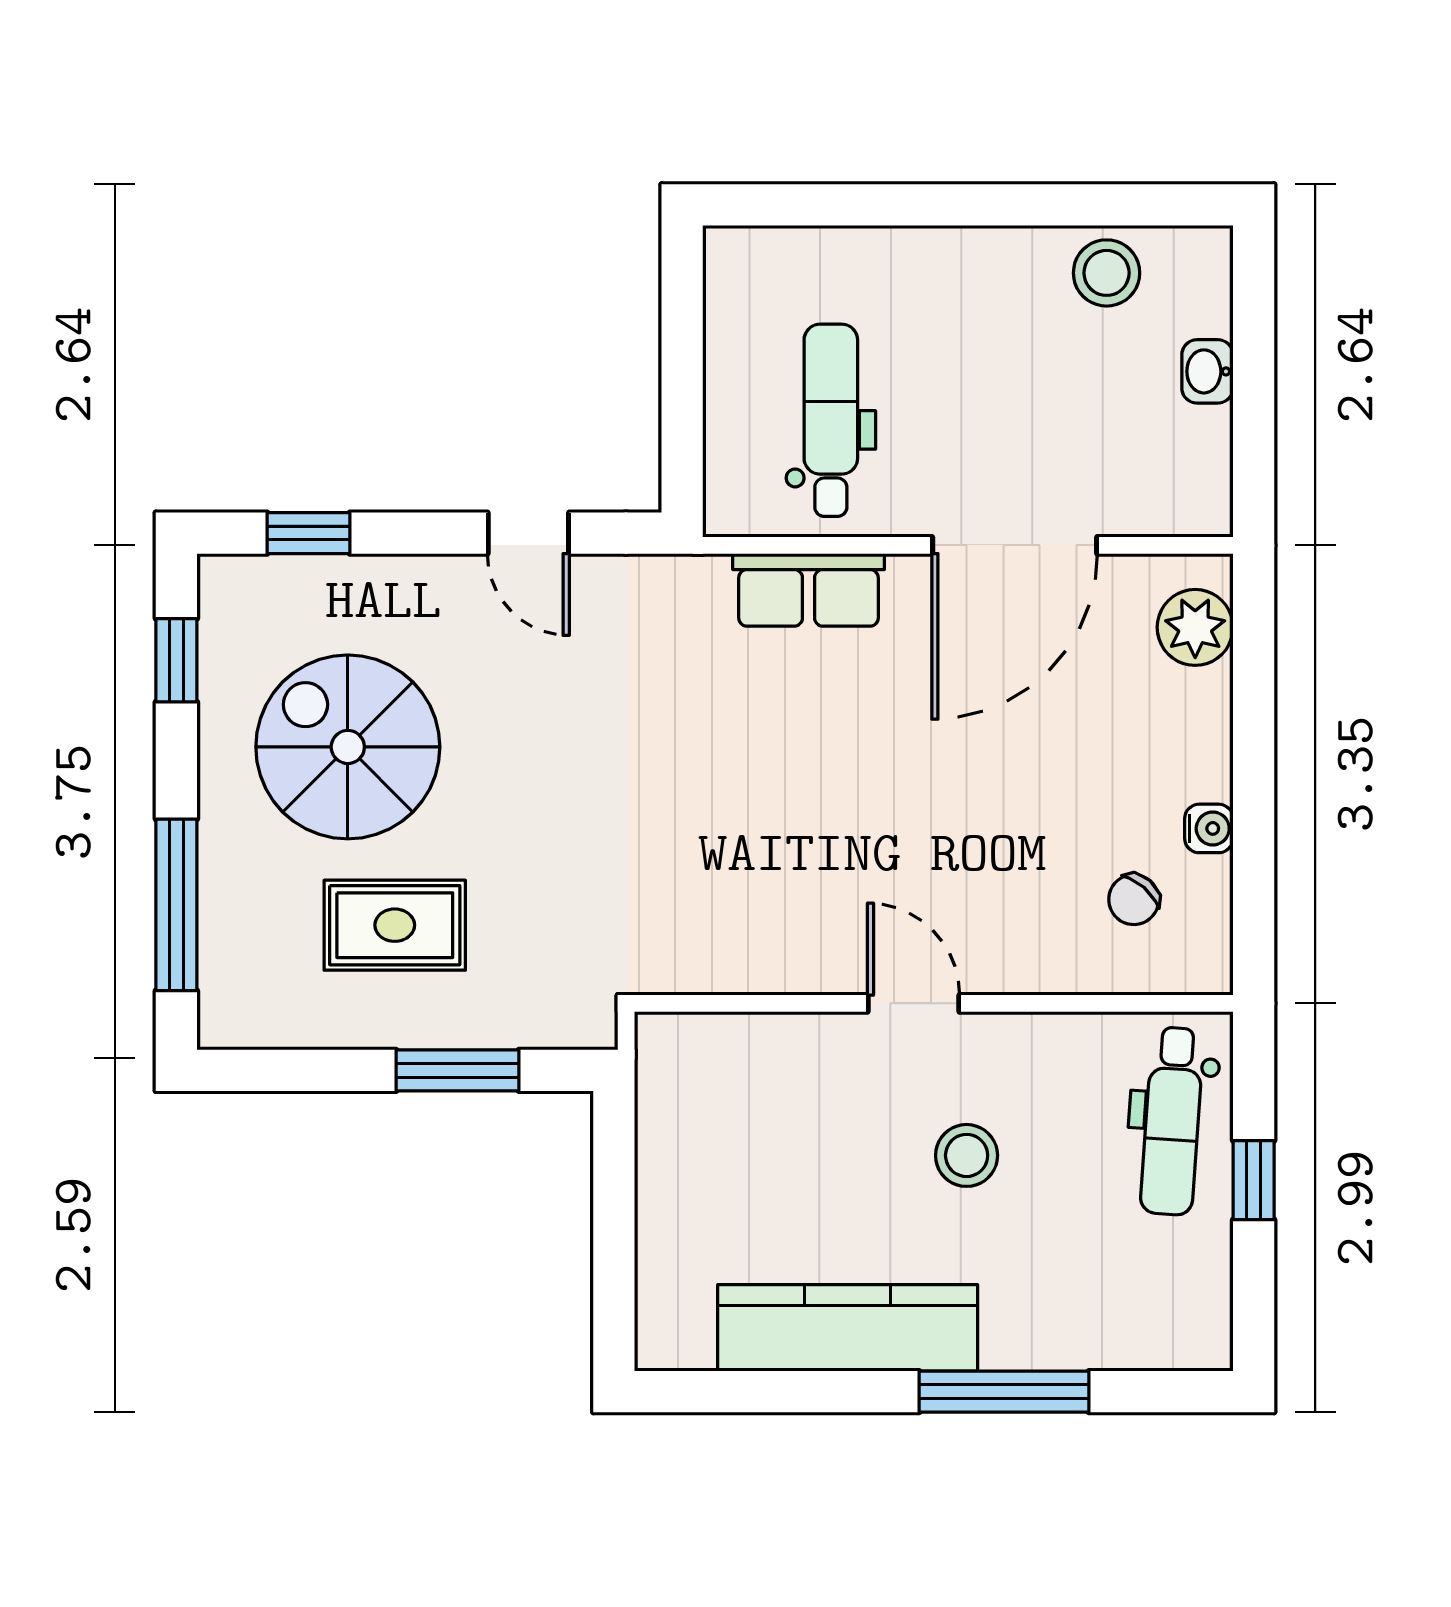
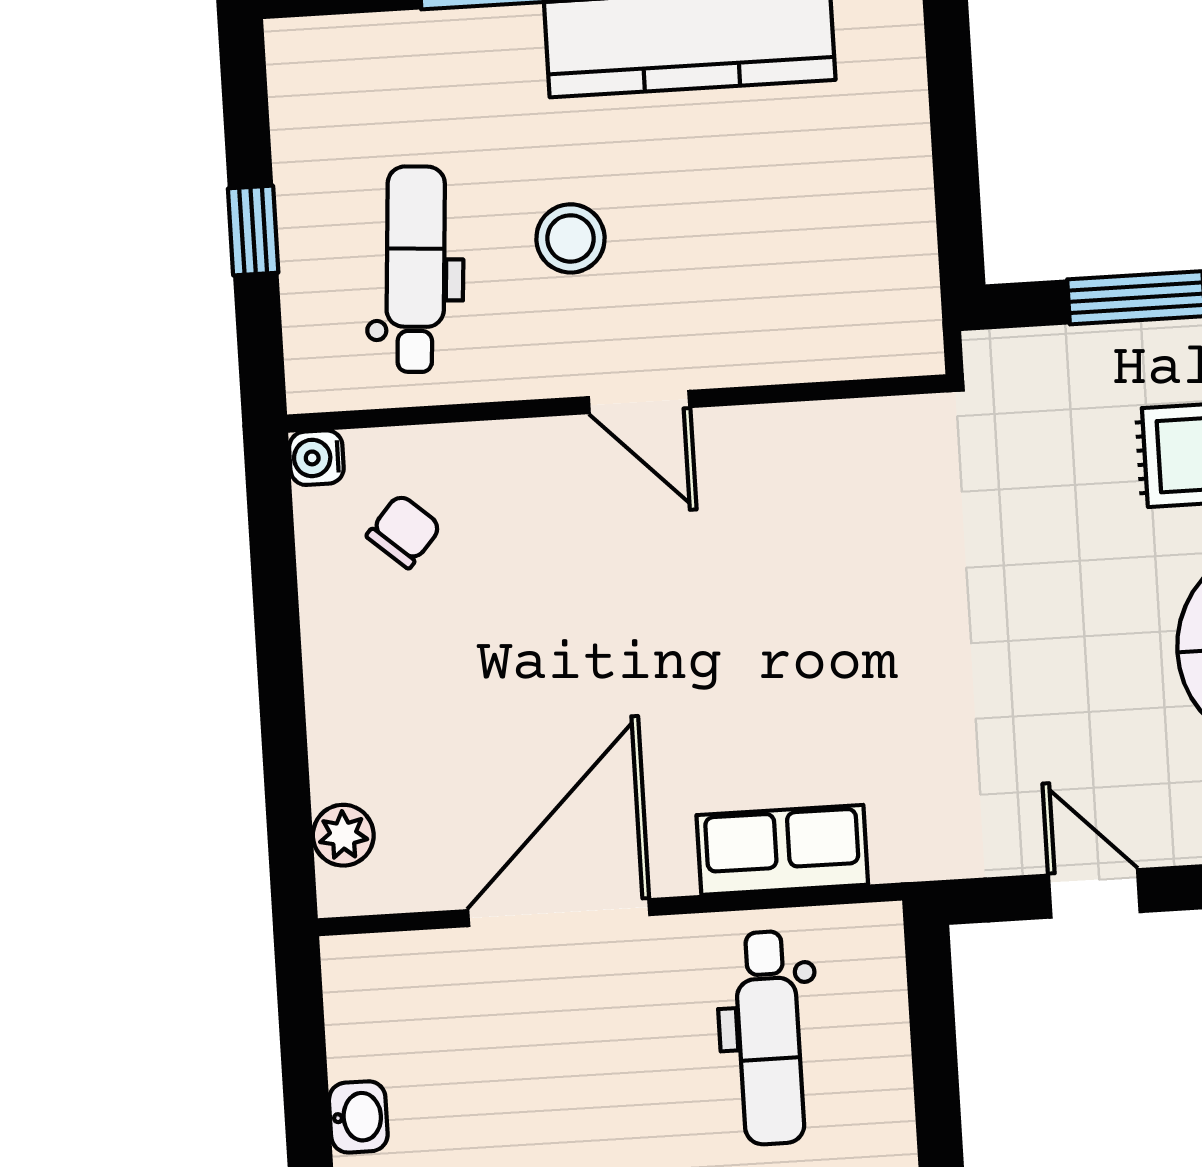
plant: (1195, 627) -> (343, 835), width x0.73, depth x0.73
water cooler: (1209, 828) -> (316, 458), moved
dental chair: (1172, 1121) -> (416, 269), moved

